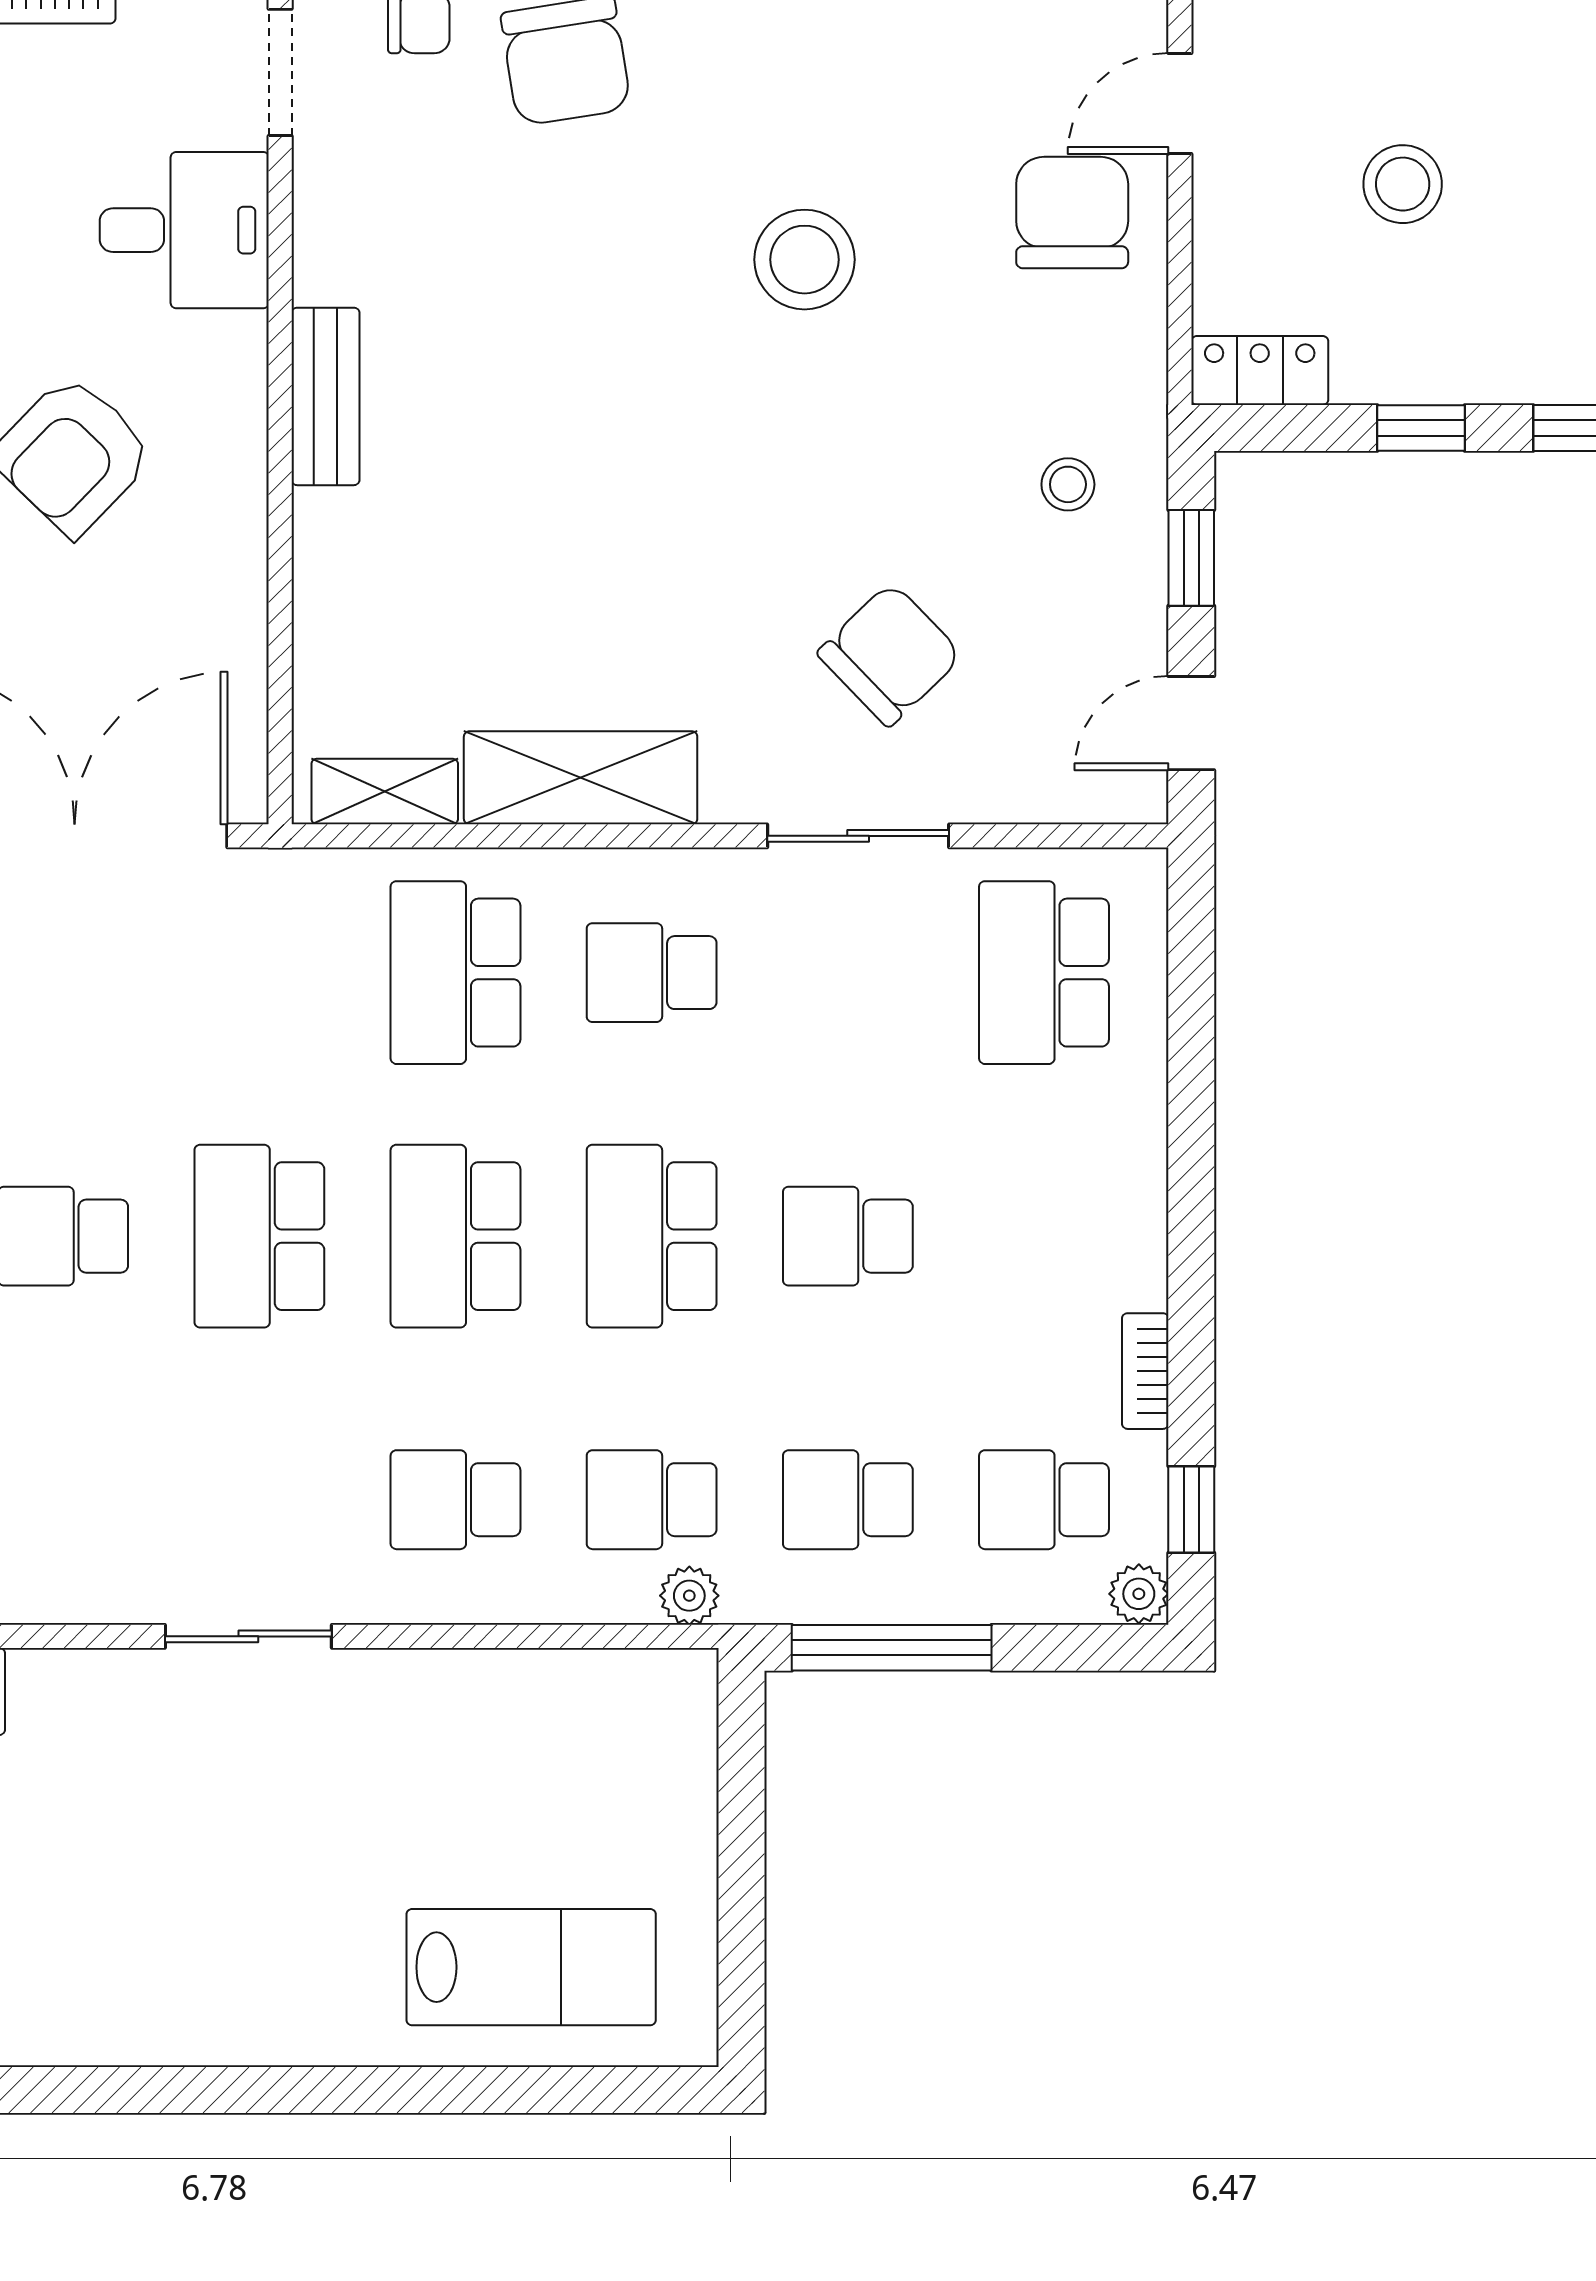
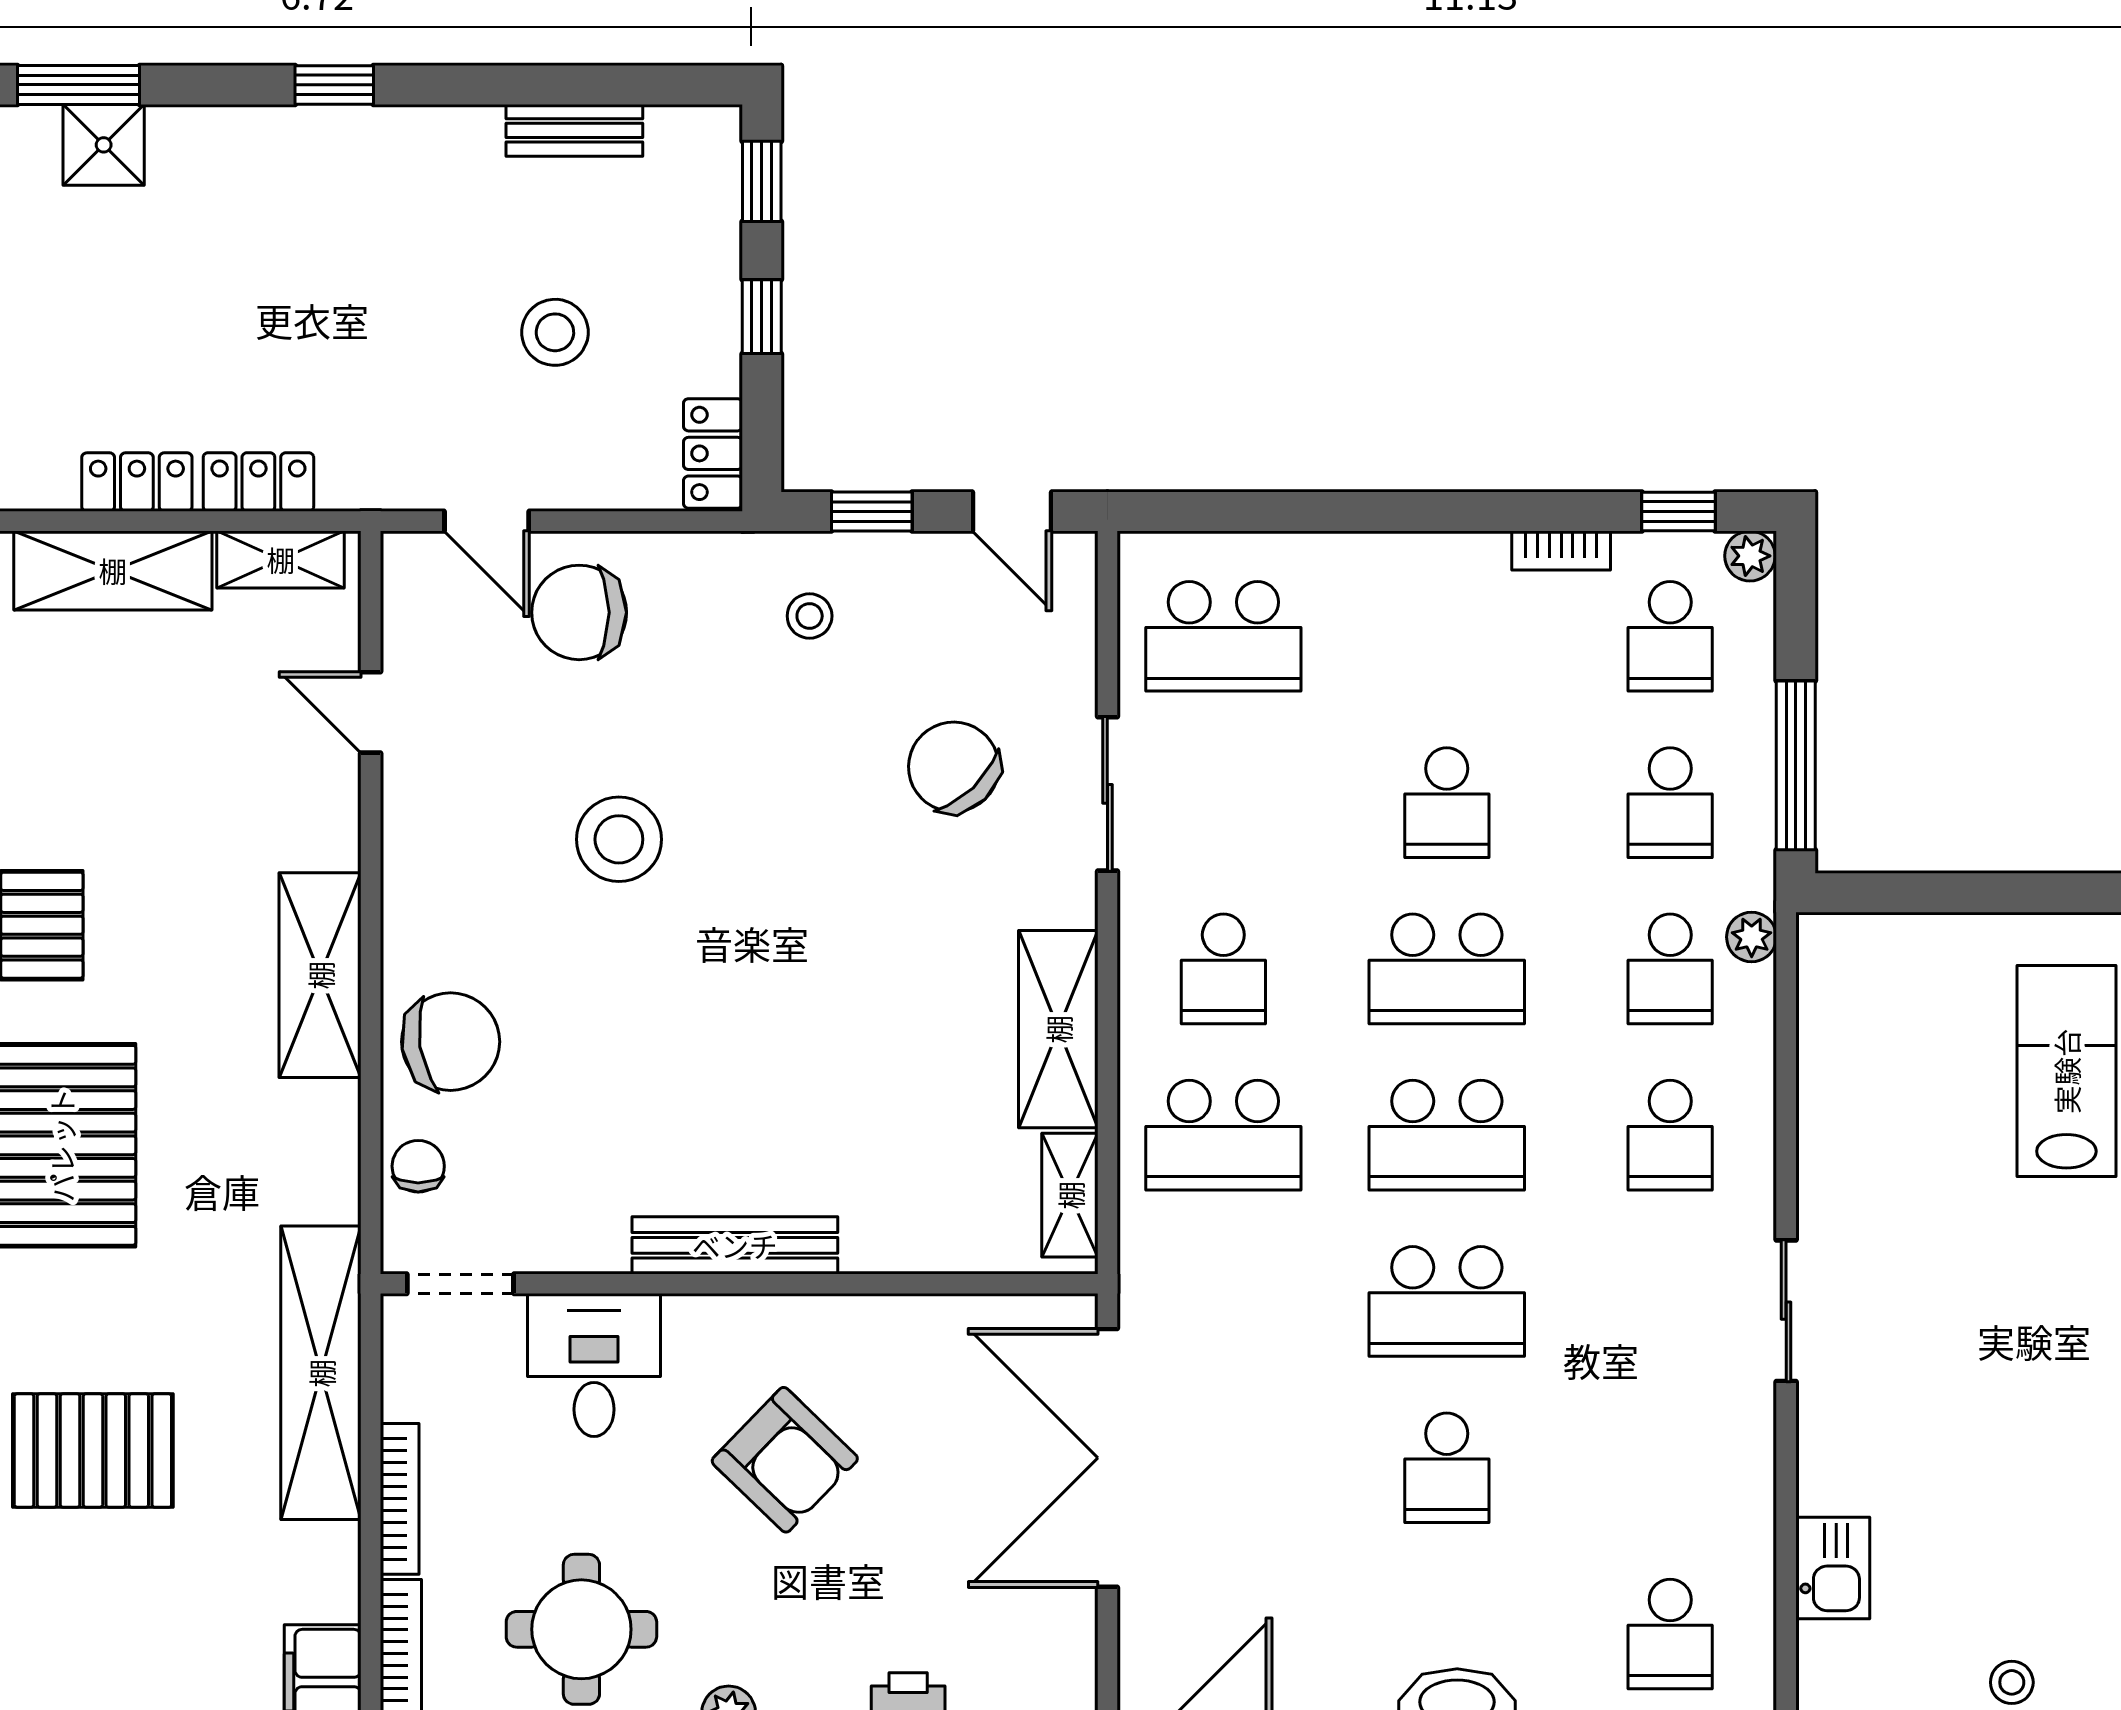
bench: (326, 396) -> (735, 1245), width x1.36

